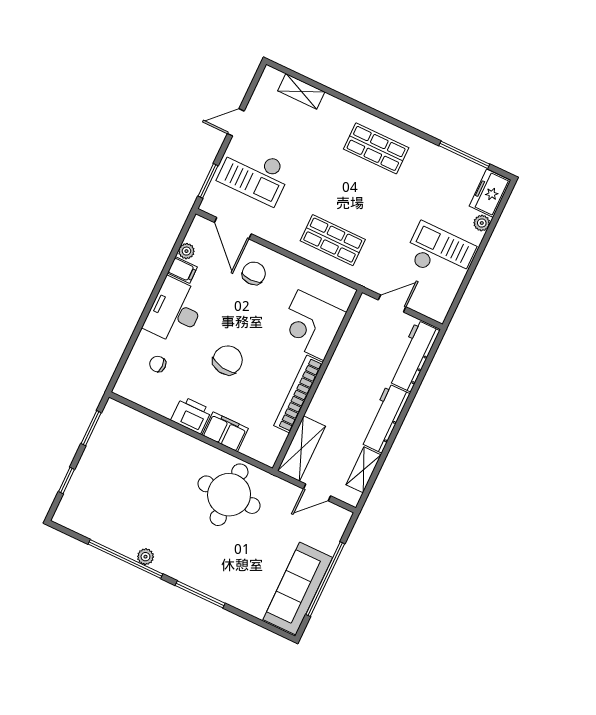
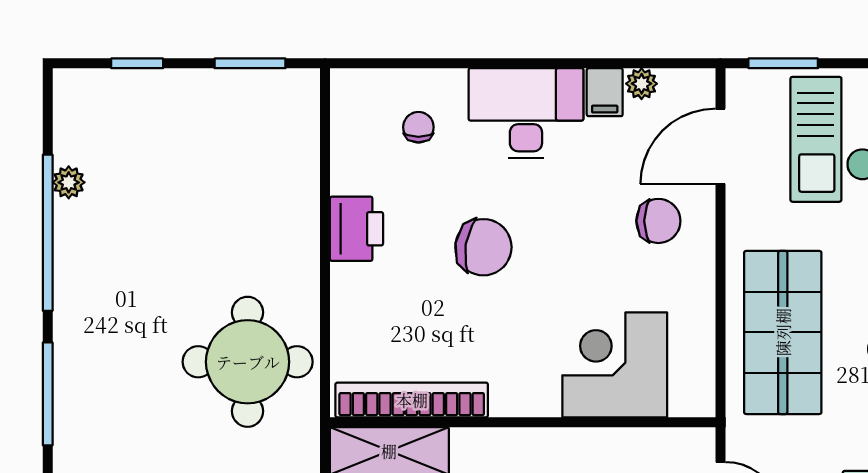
shop shelf: (333, 240) -> (783, 332), width x1.43, depth x1.36
bookcase: (298, 394) -> (412, 400), moved
filing cabinet: (225, 432) -> (355, 302), removed
plant: (145, 557) -> (69, 182), moved

